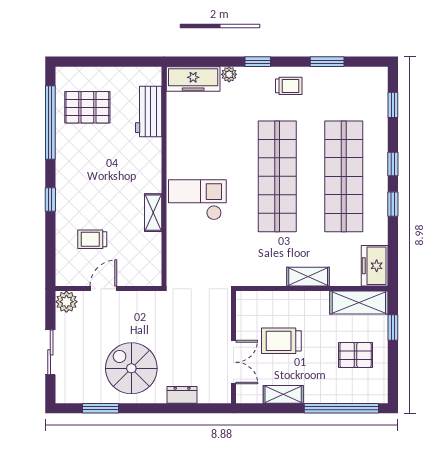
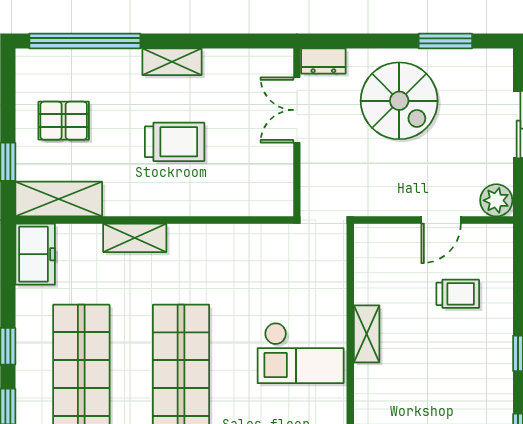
wall: (234, 347) -> (297, 132), moved
double door: (234, 362) -> (297, 110), moved

